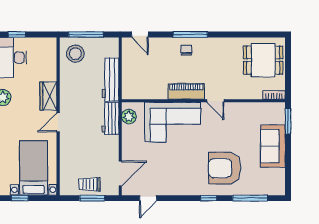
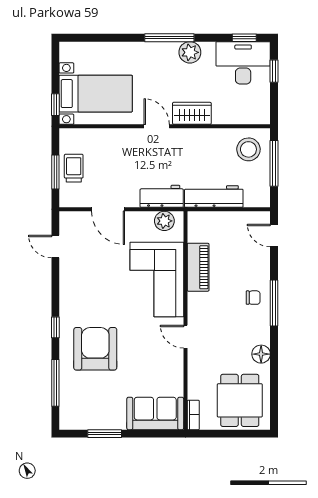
door: (140, 35) -> (274, 236), hinge flipped
floor lamp: (228, 44) -> (261, 354), added
piano: (186, 91) -> (198, 267), moved
door: (215, 101) -> (185, 337), hinge flipped
window: (288, 121) -> (105, 434), moved
sofa: (273, 146) -> (155, 413), moved
door: (120, 173) -> (108, 209), moved
window: (20, 198) -> (55, 105), moved

